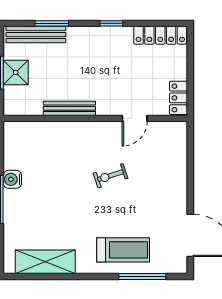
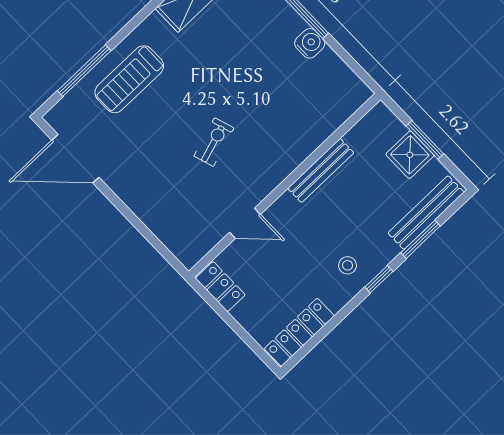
window: (111, 23) -> (379, 279), moved
stool: (102, 46) -> (348, 265), added
door: (135, 118) -> (245, 223), swing flipped

